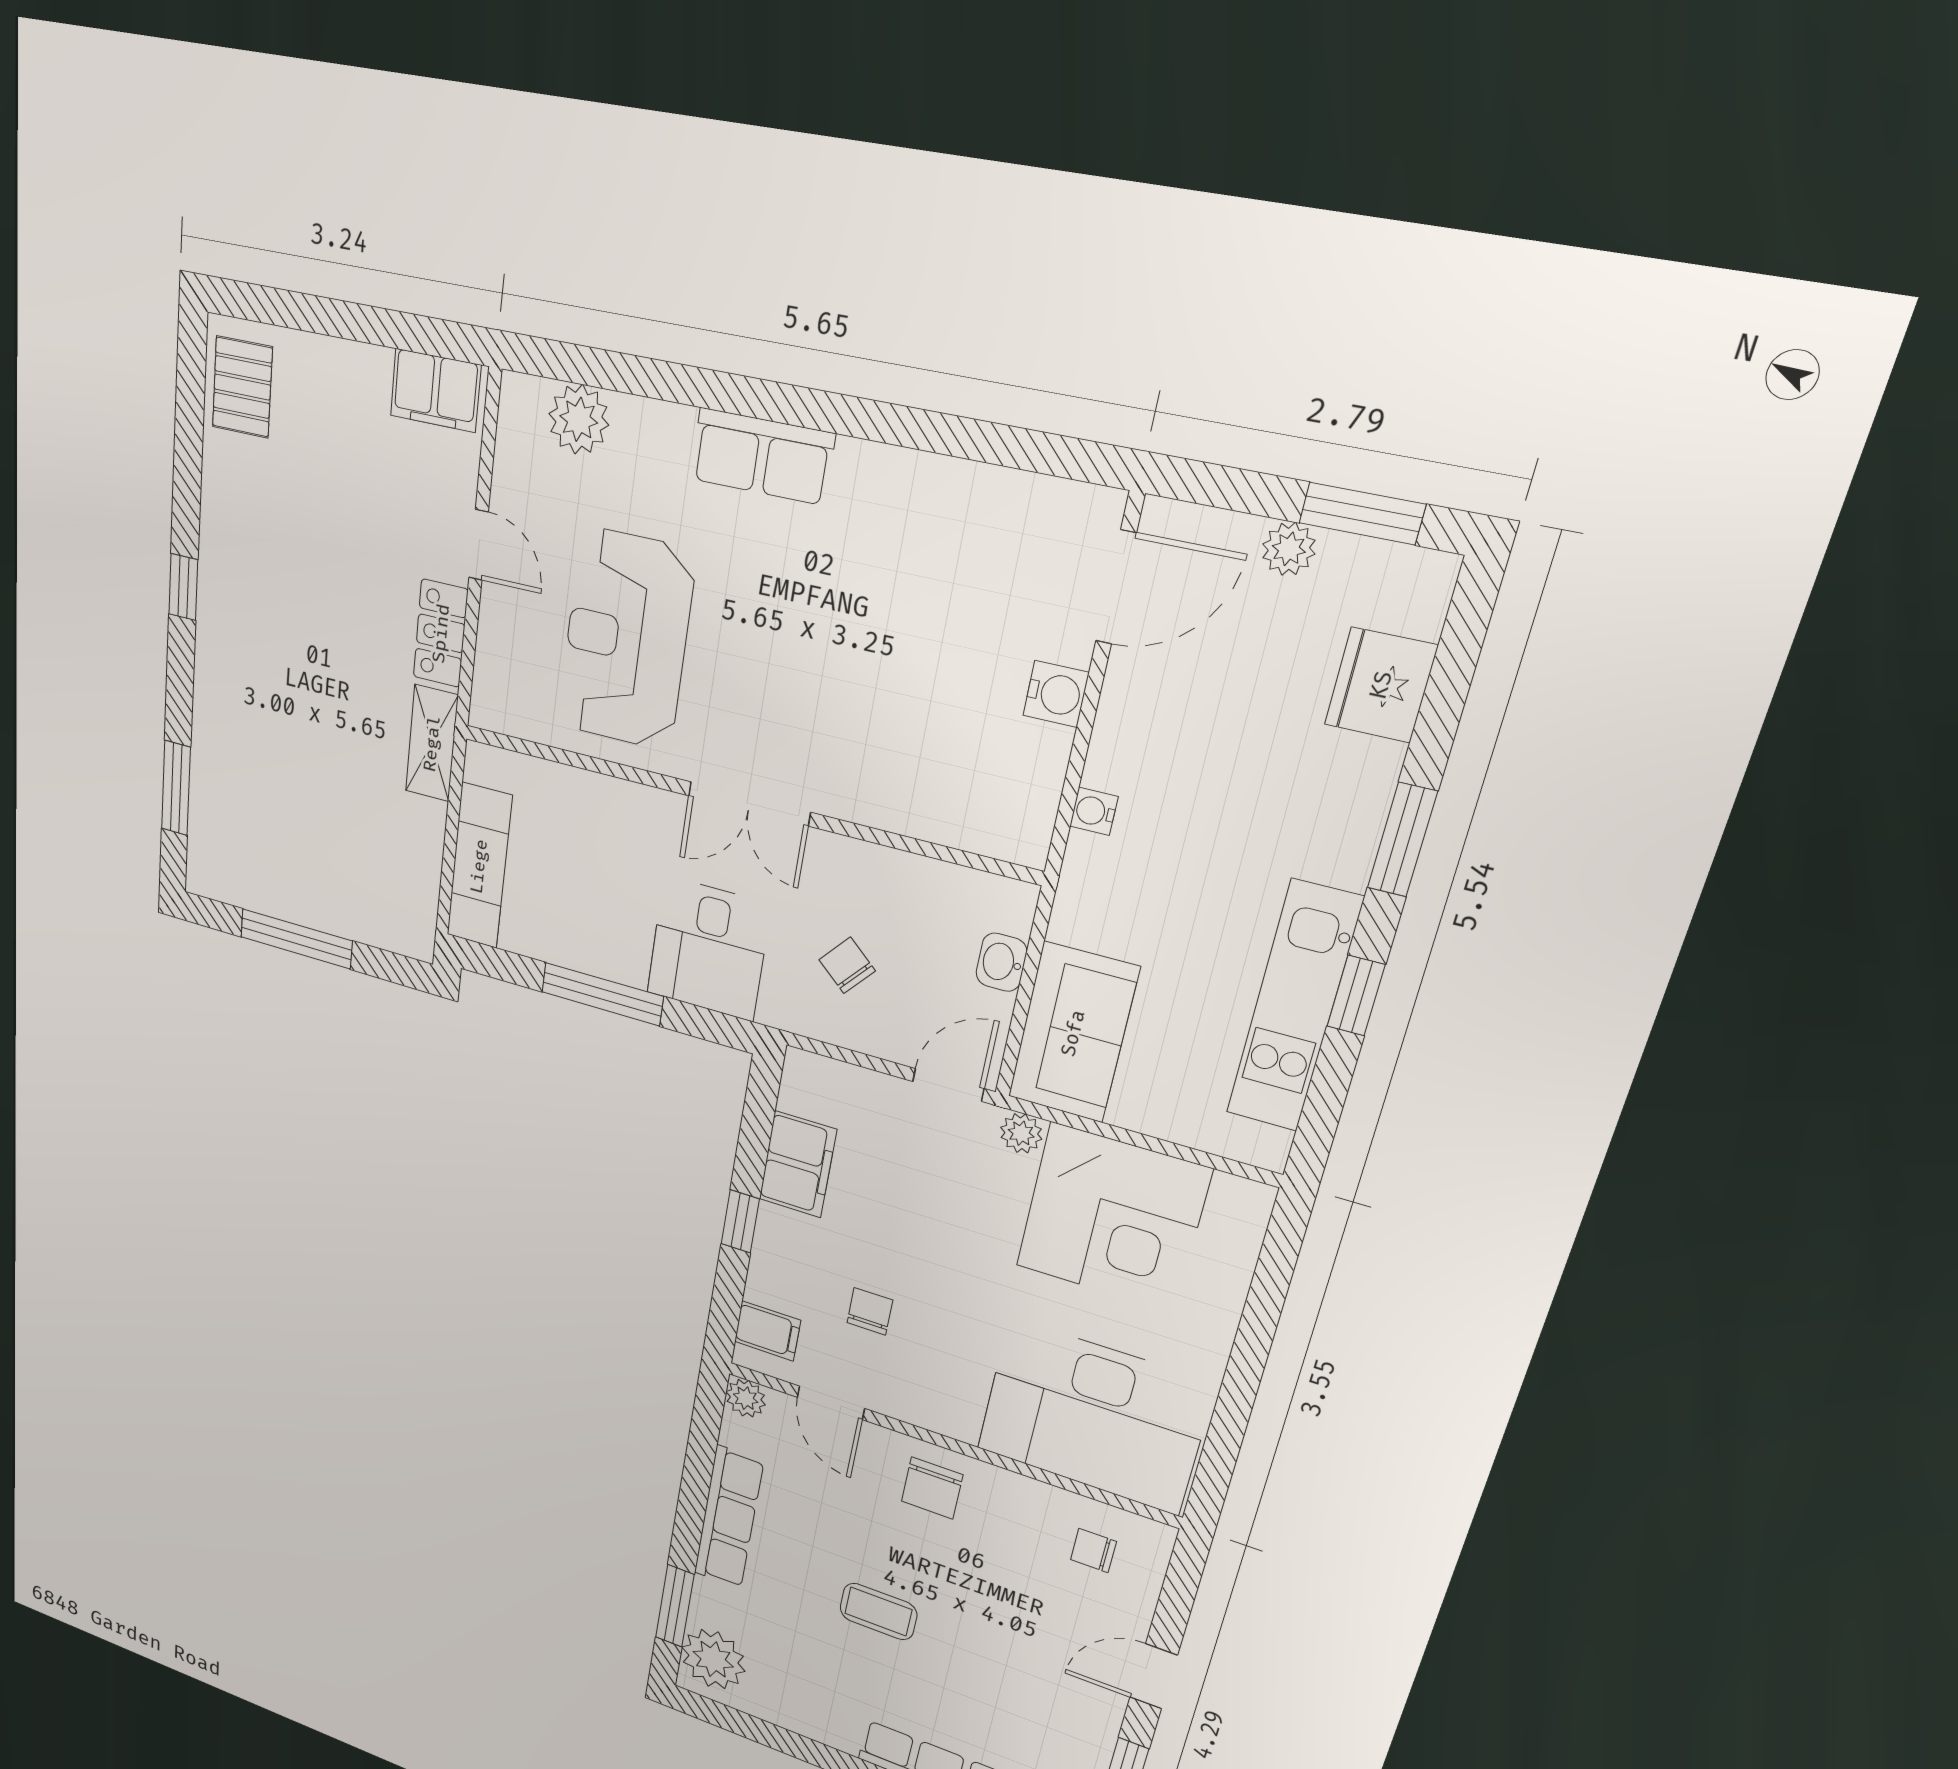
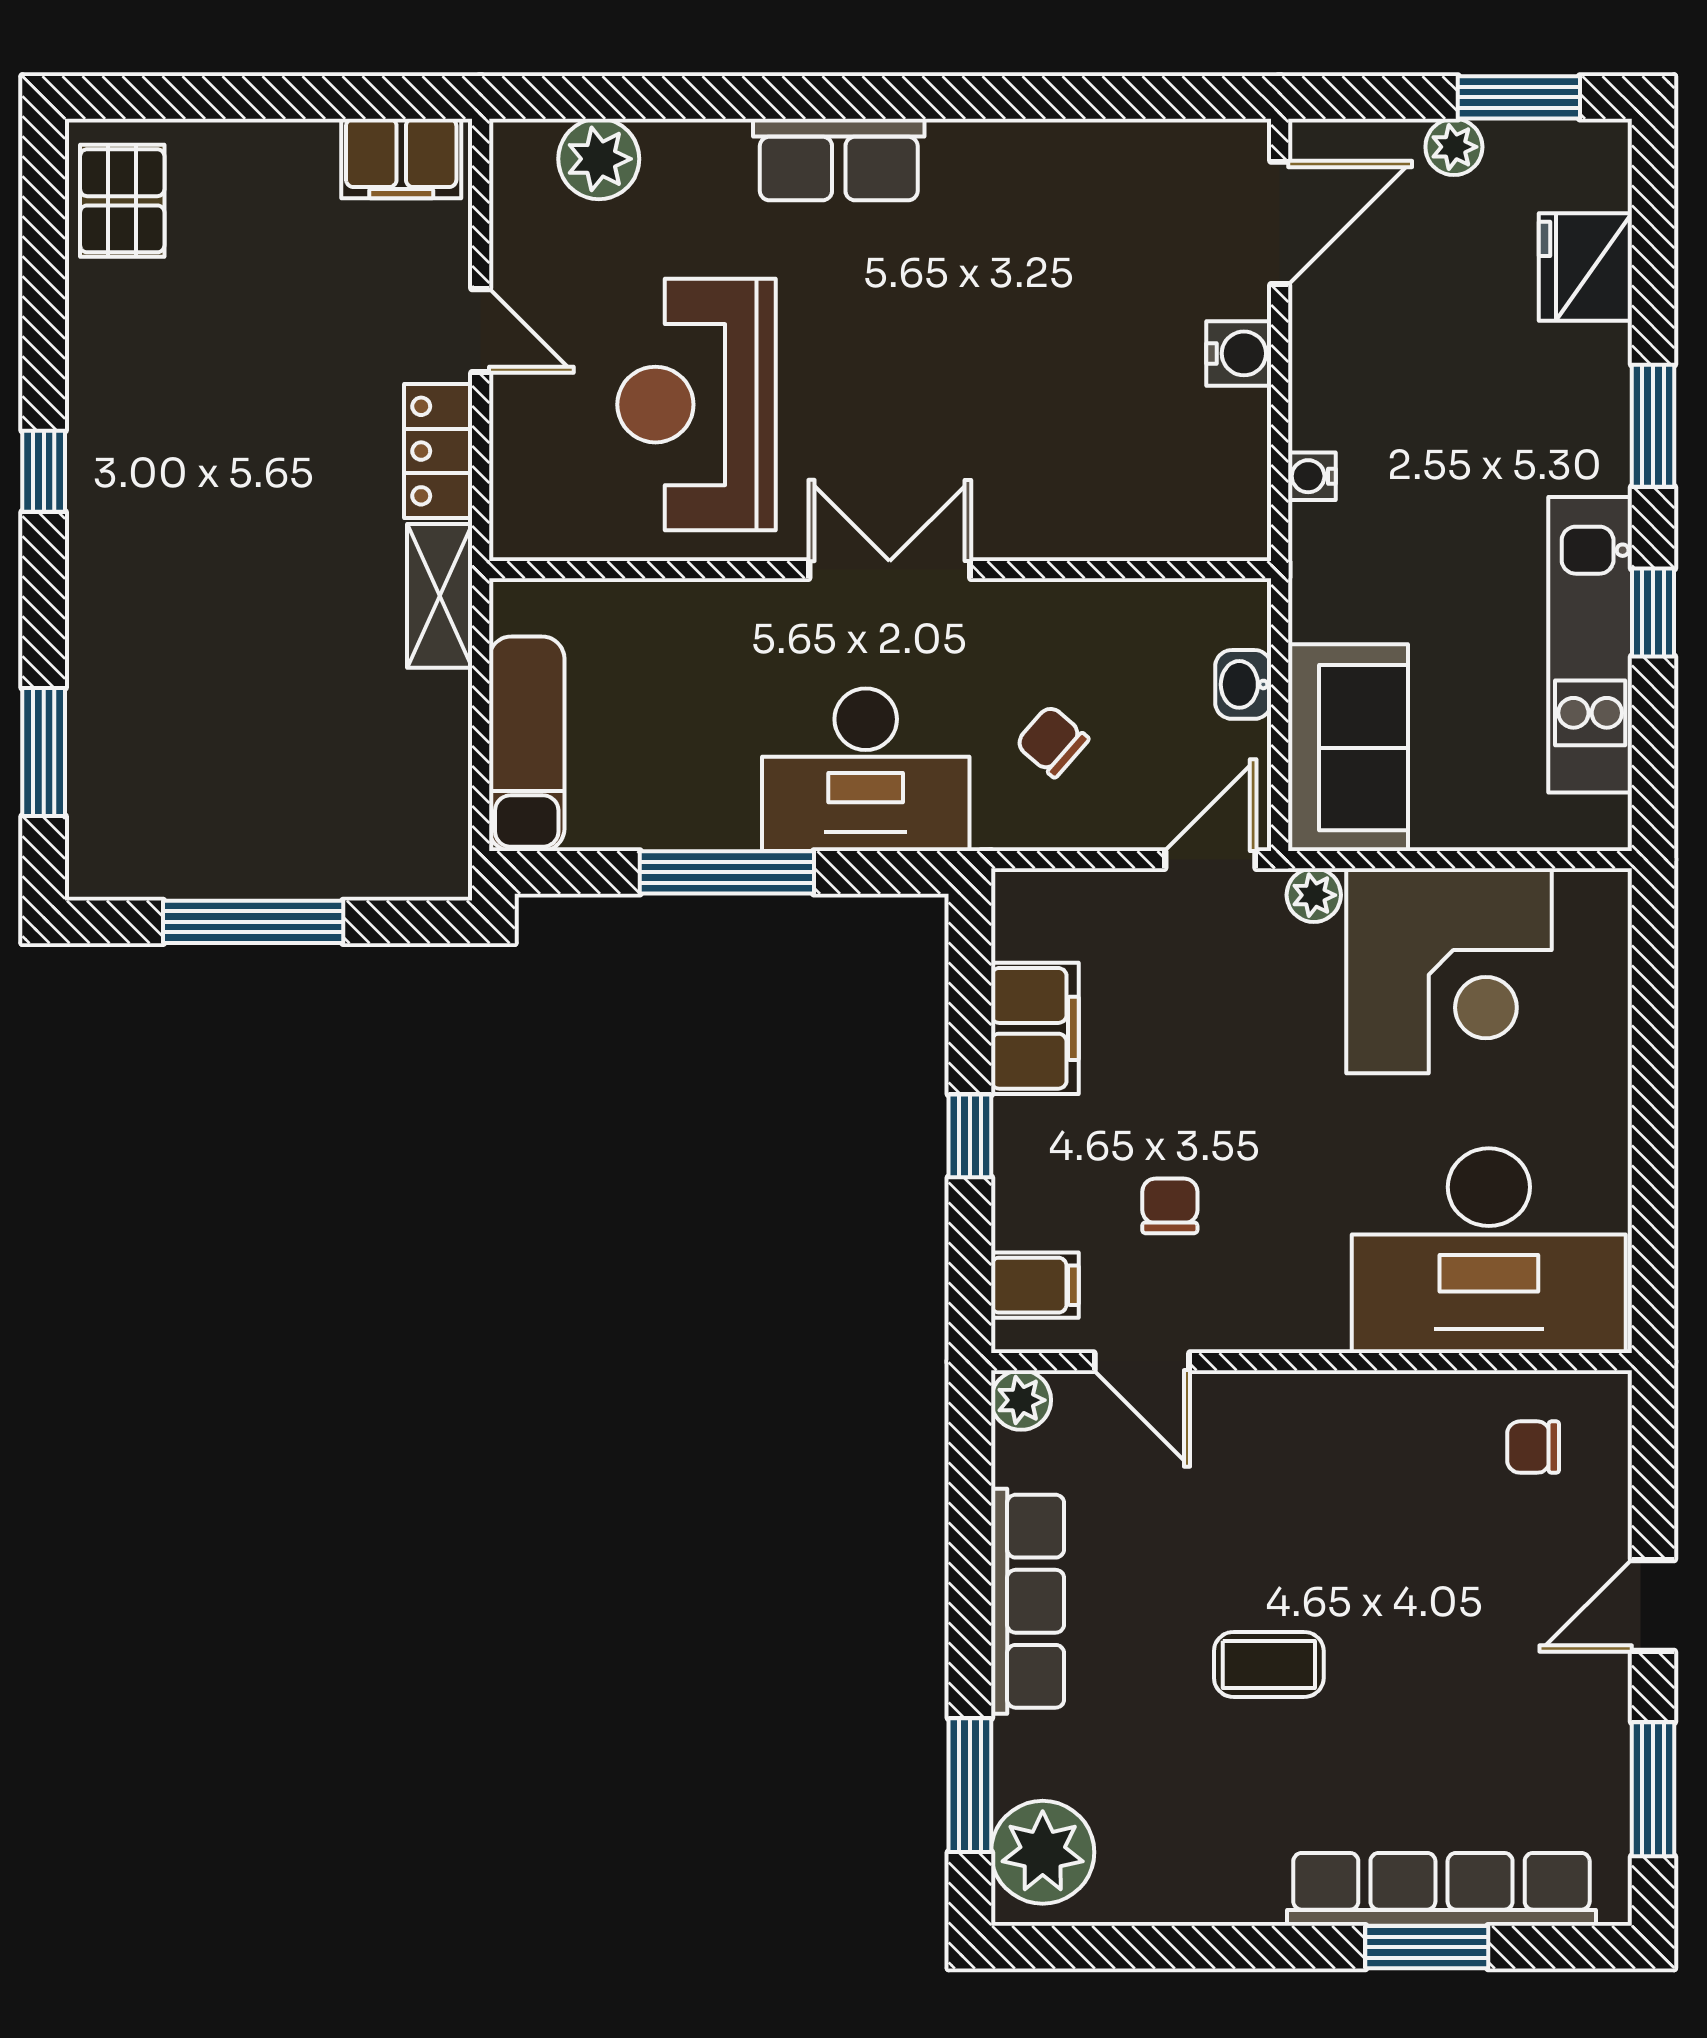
double door: (749, 804) -> (890, 570), swing flipped
desk: (709, 949) -> (866, 770), width x1.37
chair: (932, 1488) -> (1304, 1438), removed

